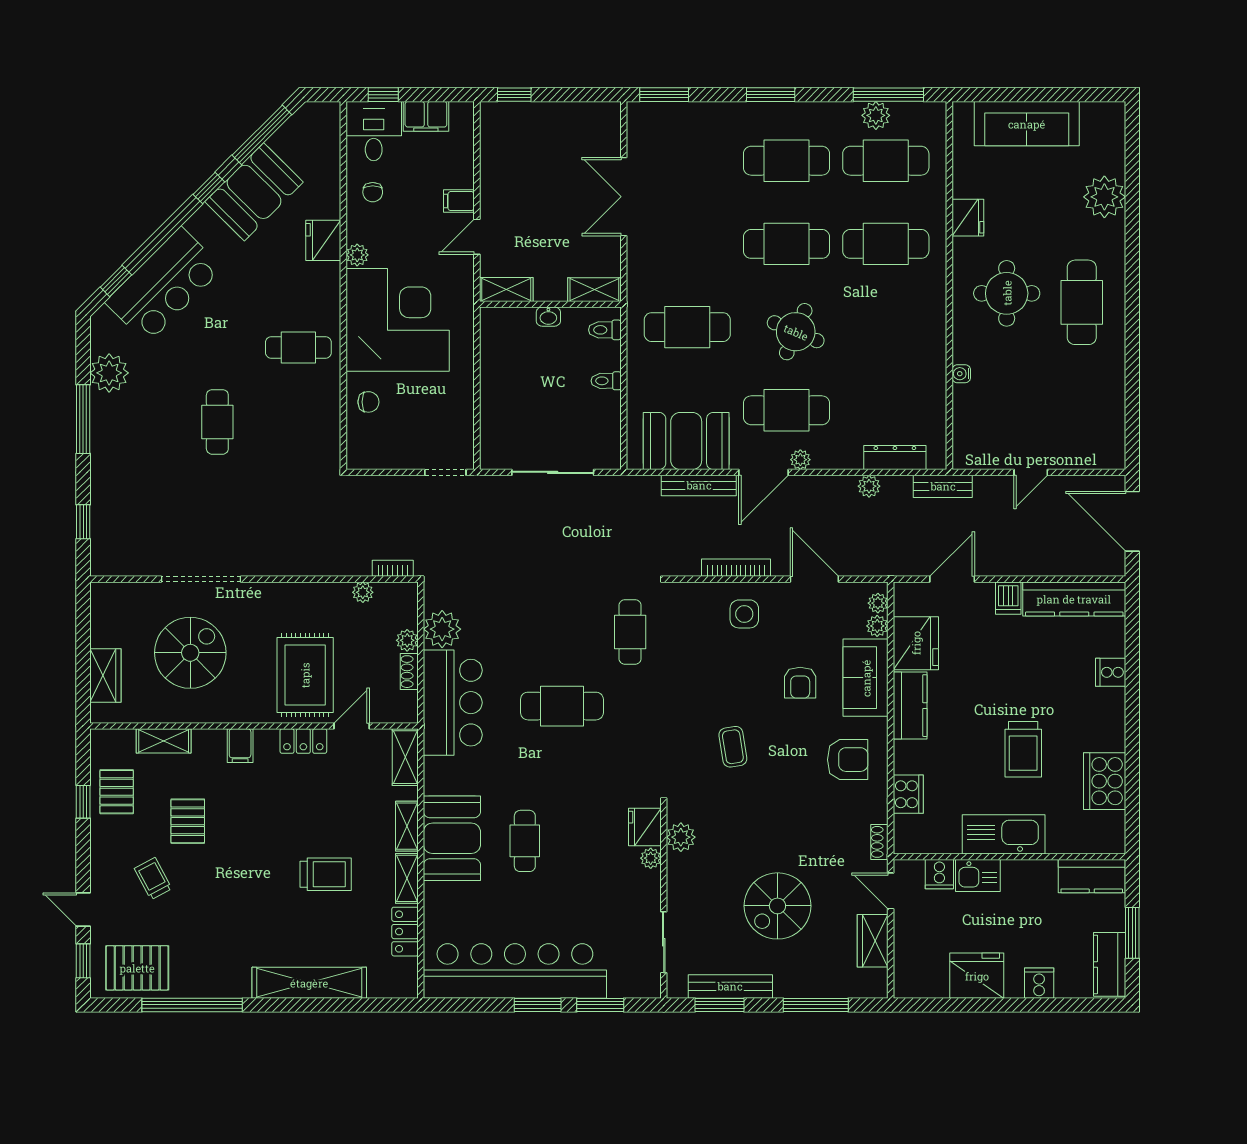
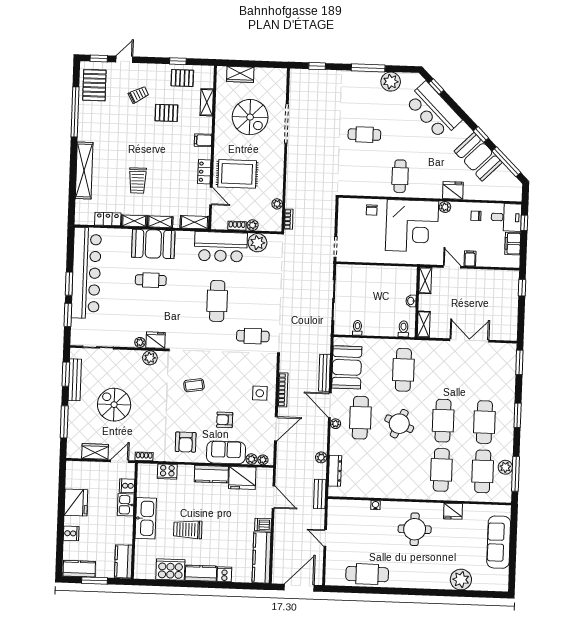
cafe table: (1082, 302) -> (367, 574), moved
toilet: (606, 381) -> (357, 328), moved
kitchen counter: (1110, 720) -> (201, 573), added

